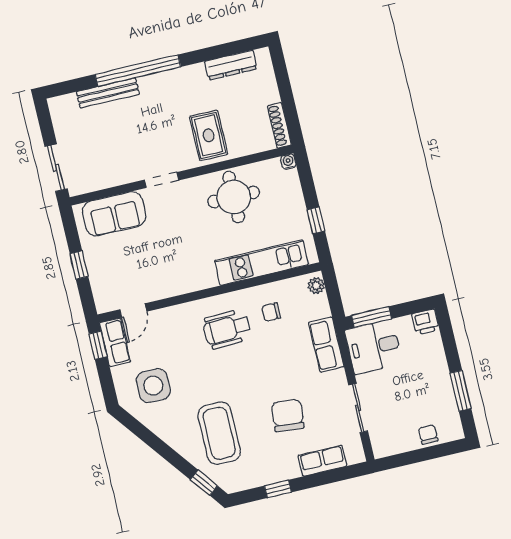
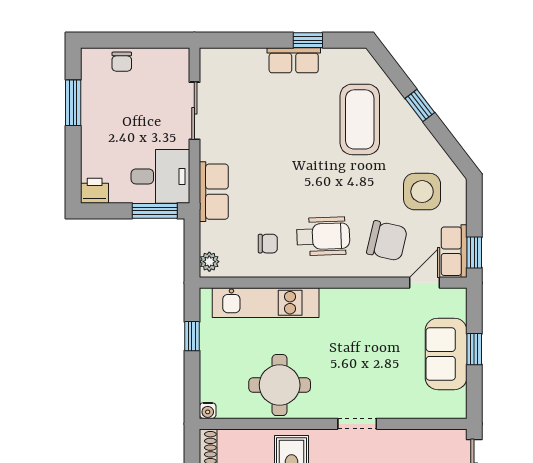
sofa: (114, 214) -> (446, 354), moved, turned -90
chair: (288, 415) -> (387, 241), moved, turned -82
row of seats: (322, 461) -> (294, 60), moved
window: (204, 483) -> (420, 106), moved

